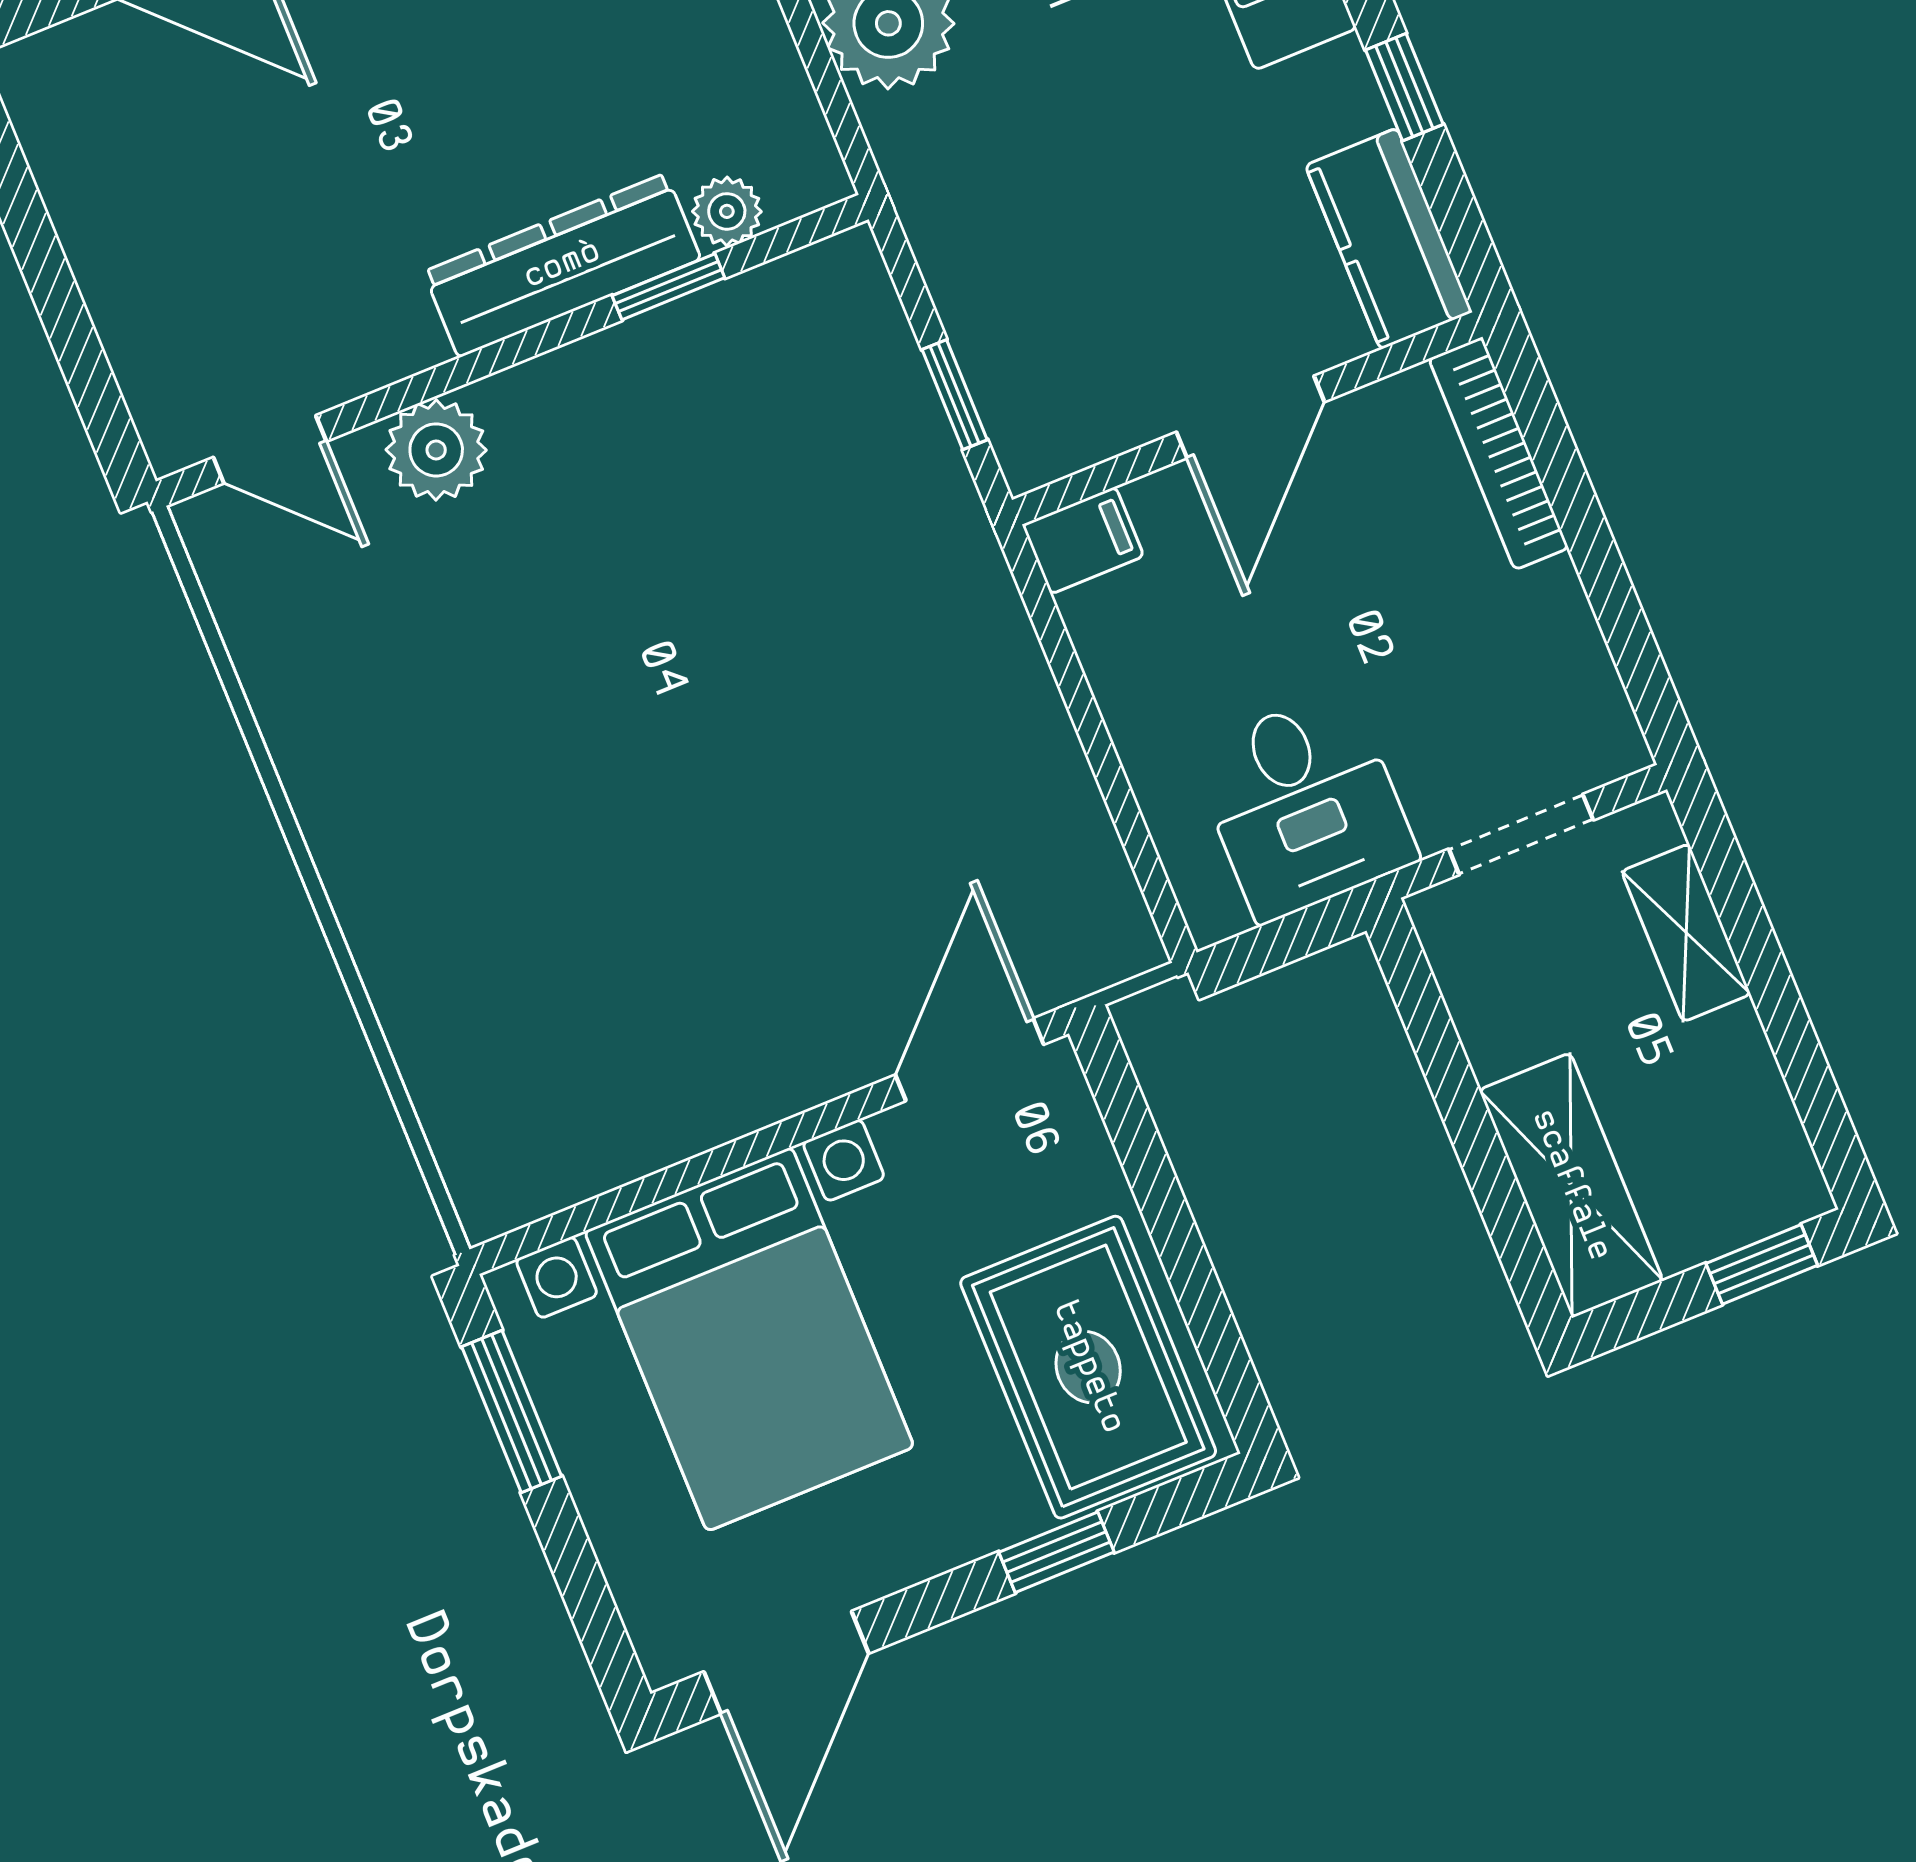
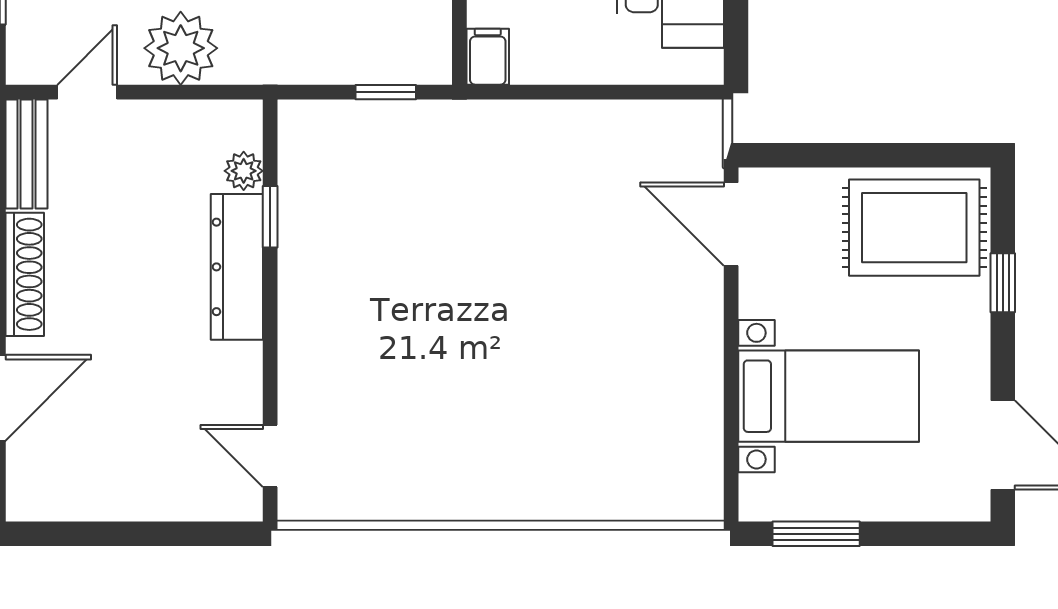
door: (270, 449) -> (270, 456), swing flipped
plant: (436, 450) -> (305, 371), removed
bed with nightstands: (749, 1339) -> (829, 396), width x0.73

